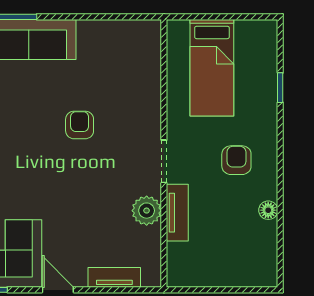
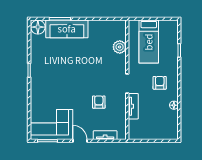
armchair: (80, 125) -> (99, 102), moved
plant: (147, 211) -> (120, 47), moved

